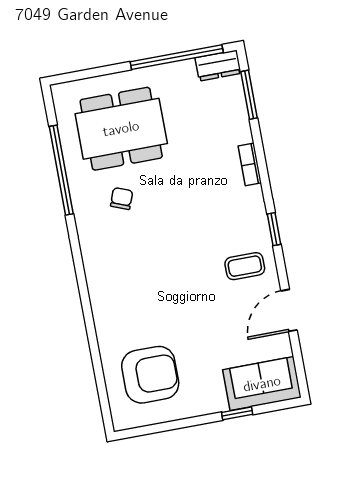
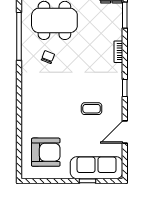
coffee table: (245, 266) -> (92, 109), moved
sofa: (262, 384) -> (97, 168), width x1.36

